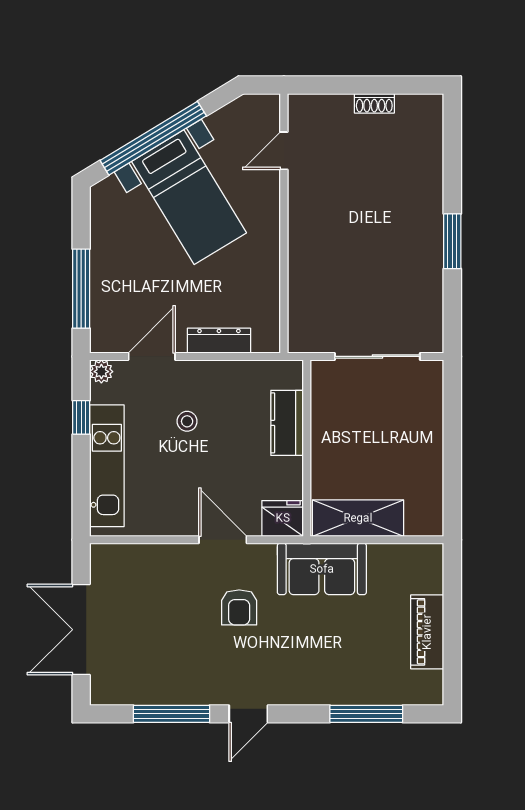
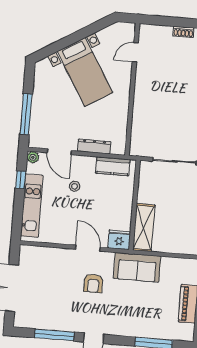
window: (153, 138) -> (69, 40), removed
door: (152, 356) -> (59, 152), swing flipped
kitchen counter: (287, 423) -> (113, 166), moved, turned -90
shelving: (358, 518) -> (144, 228), moved, turned 90

